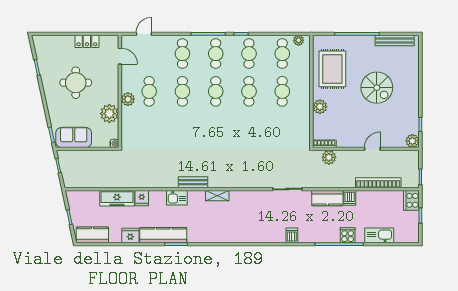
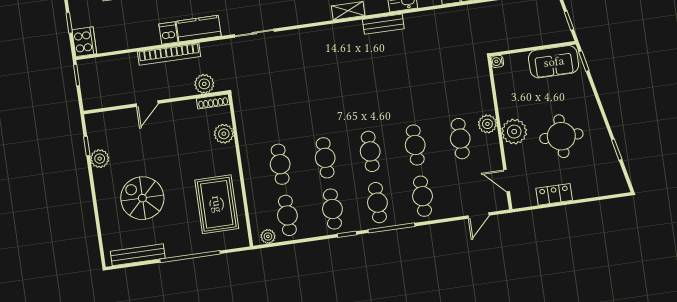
spiral stairs: (377, 88) -> (142, 198), moved
plant: (320, 107) -> (224, 134), moved
plant: (109, 114) -> (514, 132), moved
plant: (412, 141) -> (100, 159), moved
bookcase: (378, 183) -> (169, 54), moved

